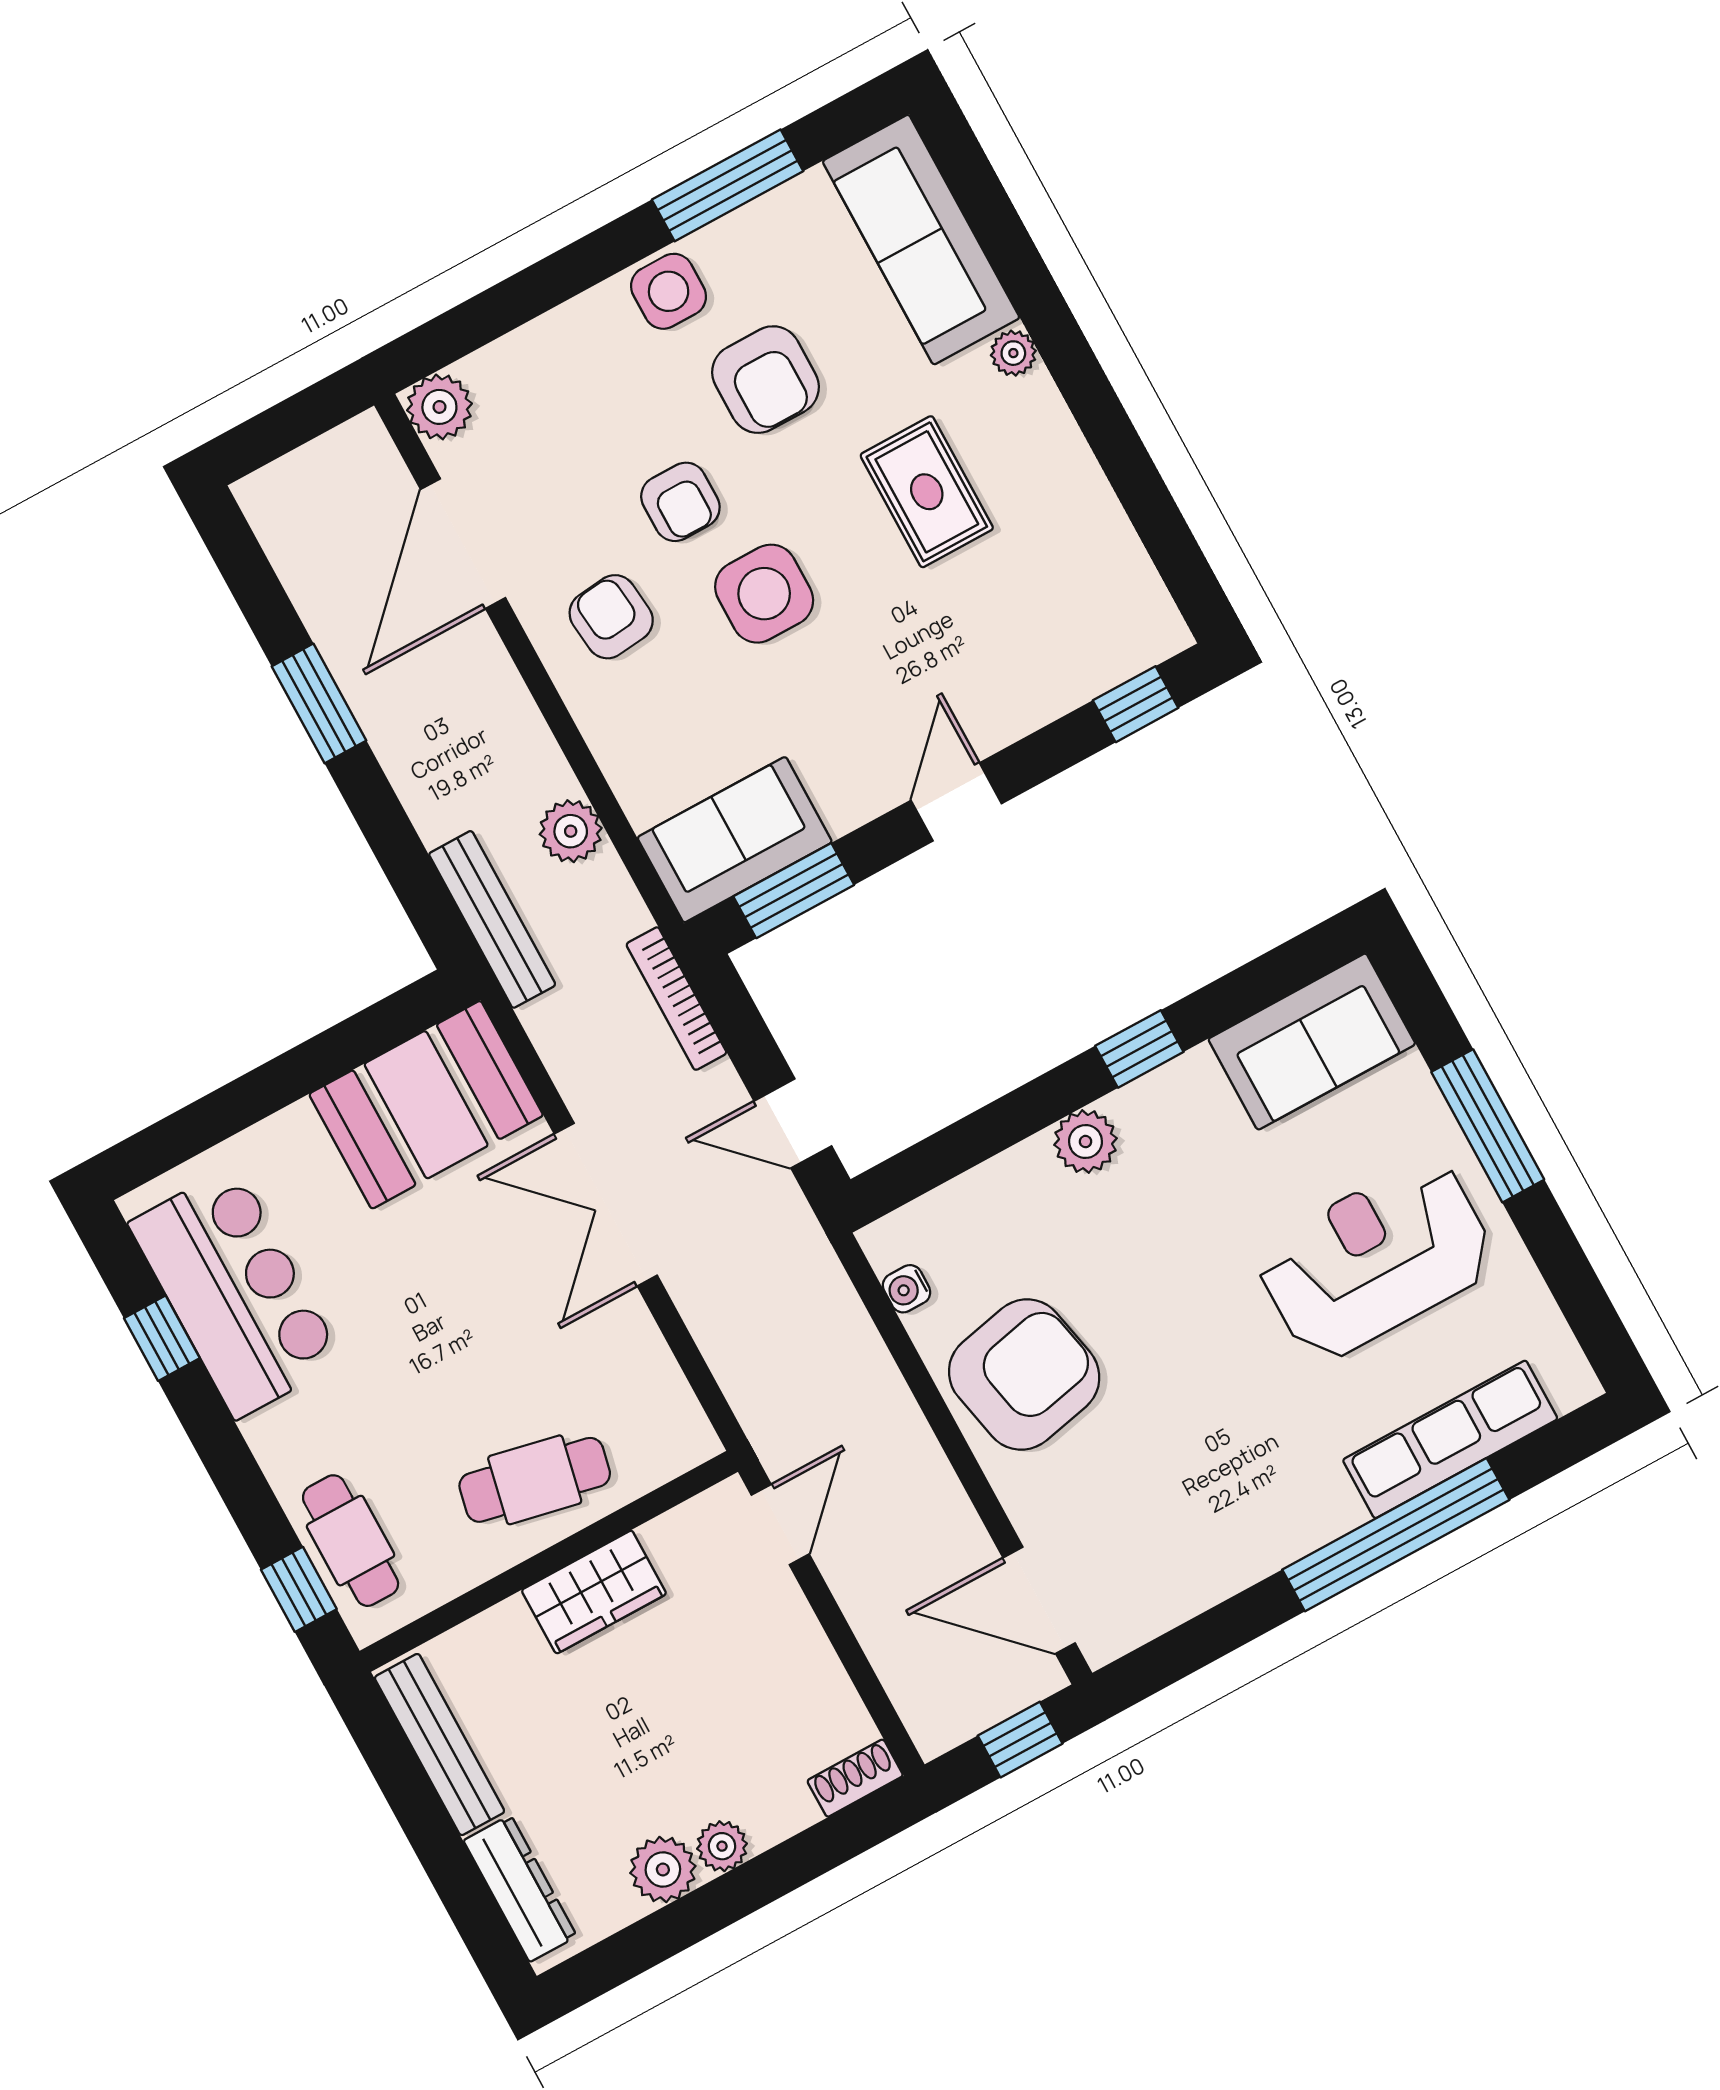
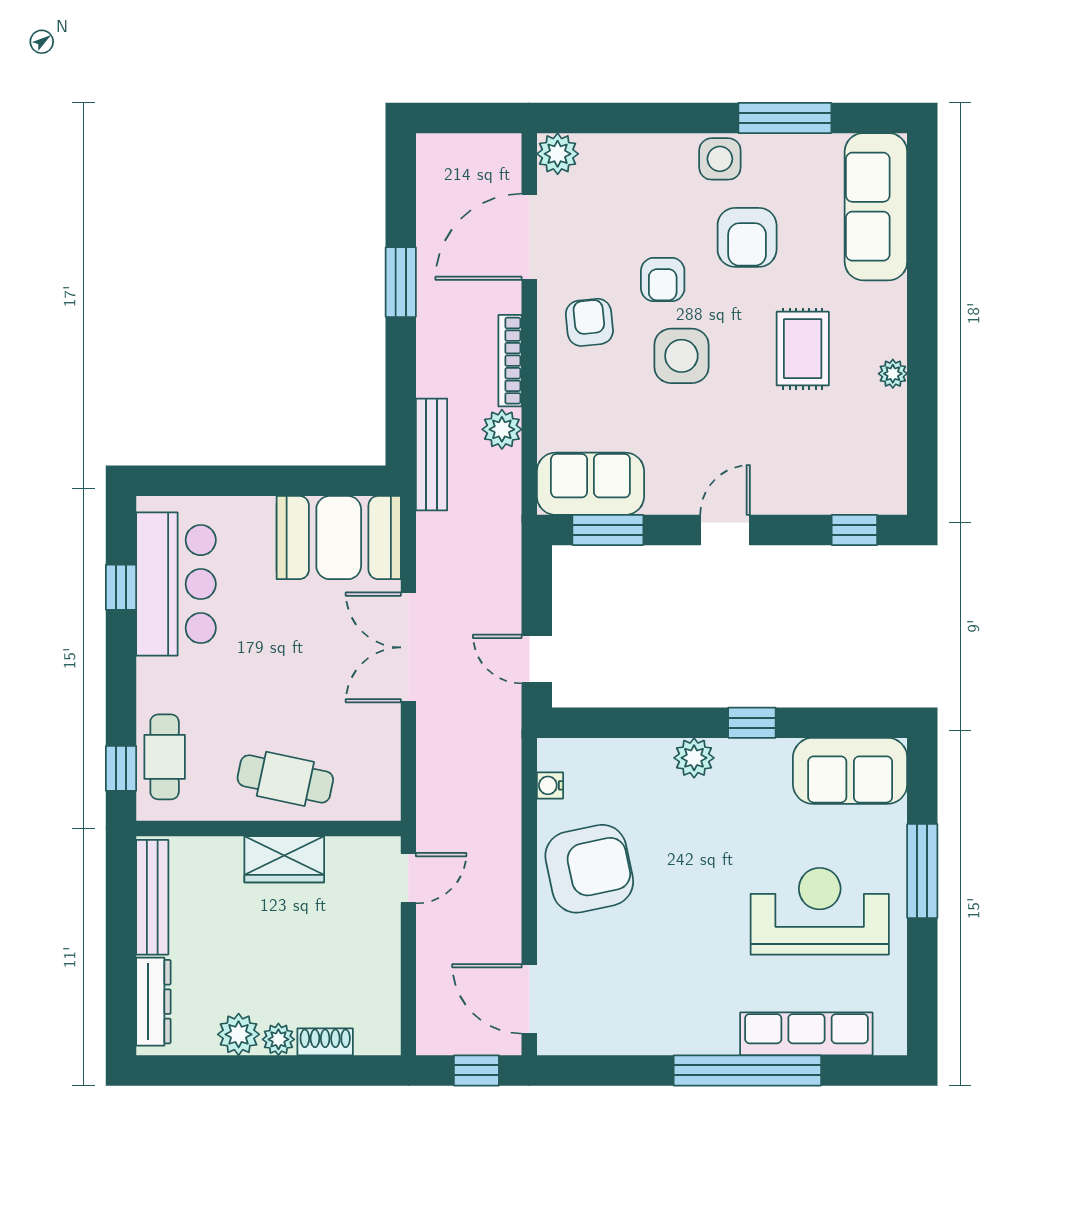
plant: (1013, 353) -> (893, 374), moved
bookcase: (676, 999) -> (510, 361), moved
shoe rack: (855, 1778) -> (325, 1042), moved

